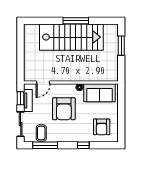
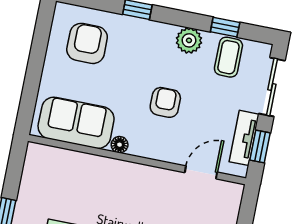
armchair: (64, 109) -> (165, 102), width x0.53, depth x0.53
plant: (59, 137) -> (189, 40), added
window: (45, 145) -> (225, 27), width x0.46

